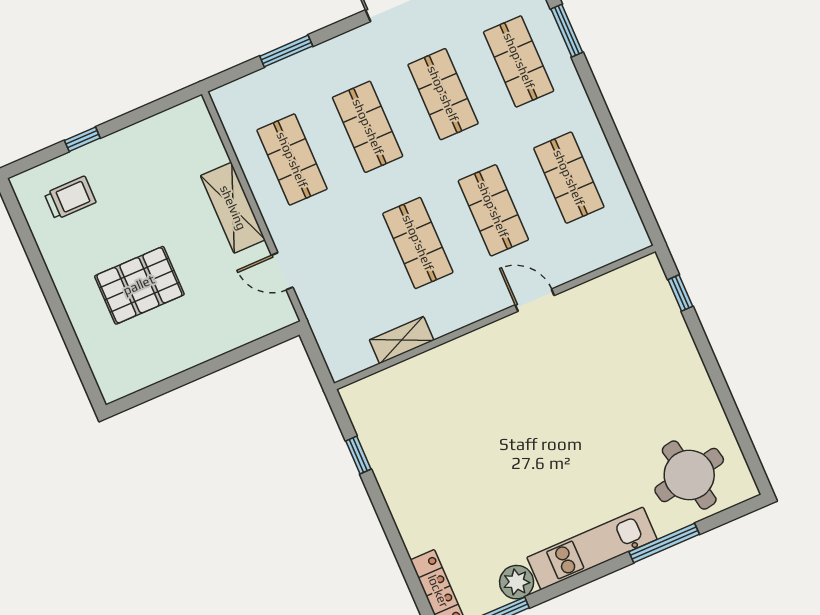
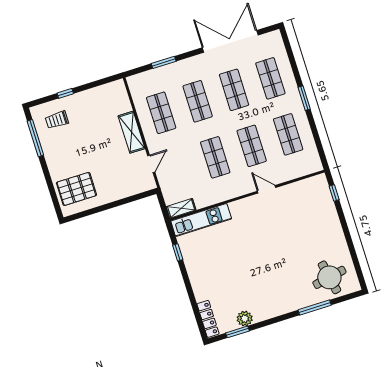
window: (567, 31) -> (304, 98), moved
trolley: (70, 198) -> (57, 120), turned 180
window: (28, 242) -> (35, 138), added
door: (282, 271) -> (151, 164), swing flipped
pallet: (139, 285) -> (76, 189), moved
shelving: (402, 340) -> (181, 208), moved
kitchen unit: (592, 548) -> (201, 220), moved, turned 180

